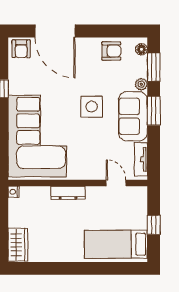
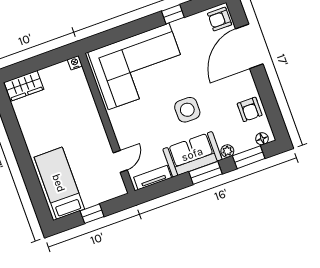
dresser: (68, 193) -> (93, 117), removed

